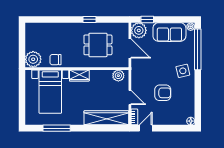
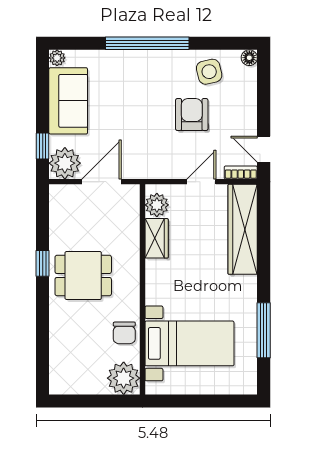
dining table: (98, 45) -> (83, 275), moved, turned 90
window: (198, 49) -> (147, 43), moved
side table: (183, 71) -> (209, 72), moved
wardrobe: (79, 75) -> (157, 238), moved

